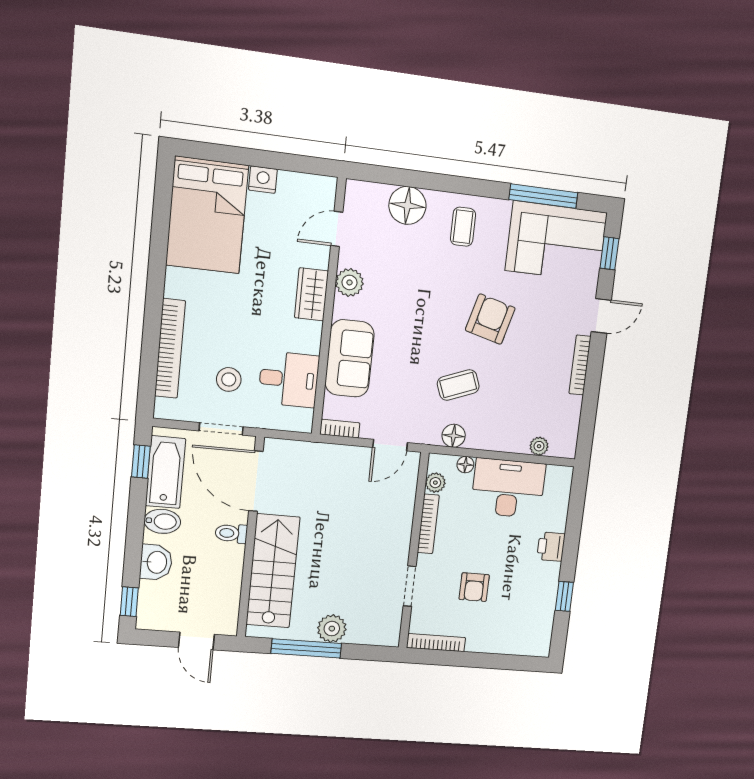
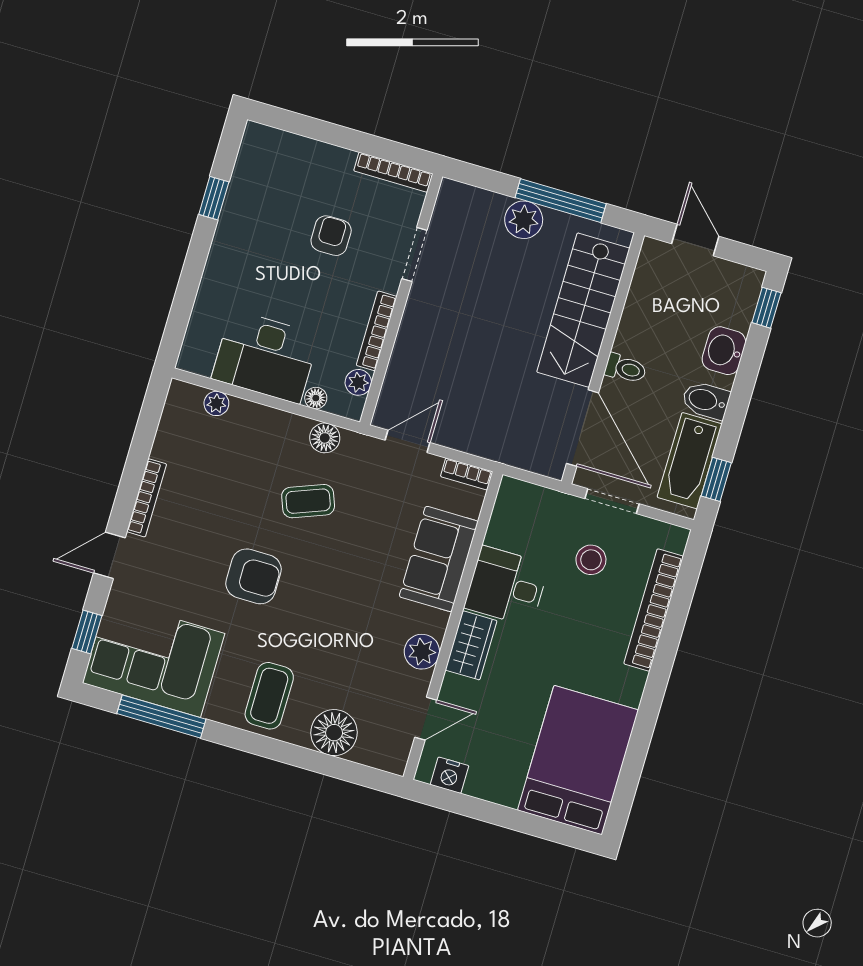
nightstand: (263, 180) -> (450, 775), moved
coffee table: (463, 227) -> (269, 696), width x1.36, depth x1.30
armchair: (490, 319) -> (253, 576), turned -105
desk: (289, 379) -> (507, 586), moved
printer: (551, 547) -> (221, 268), removed

